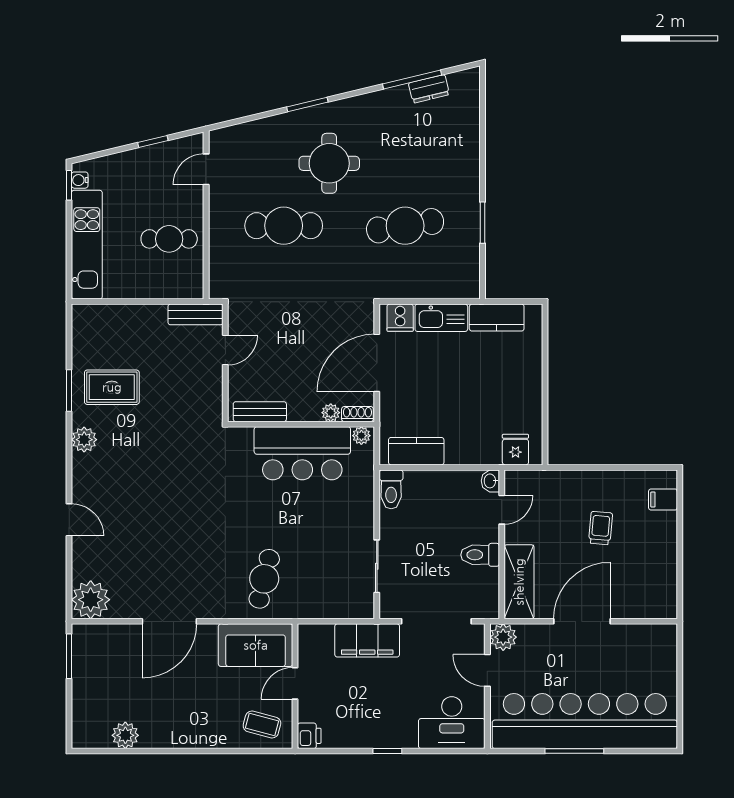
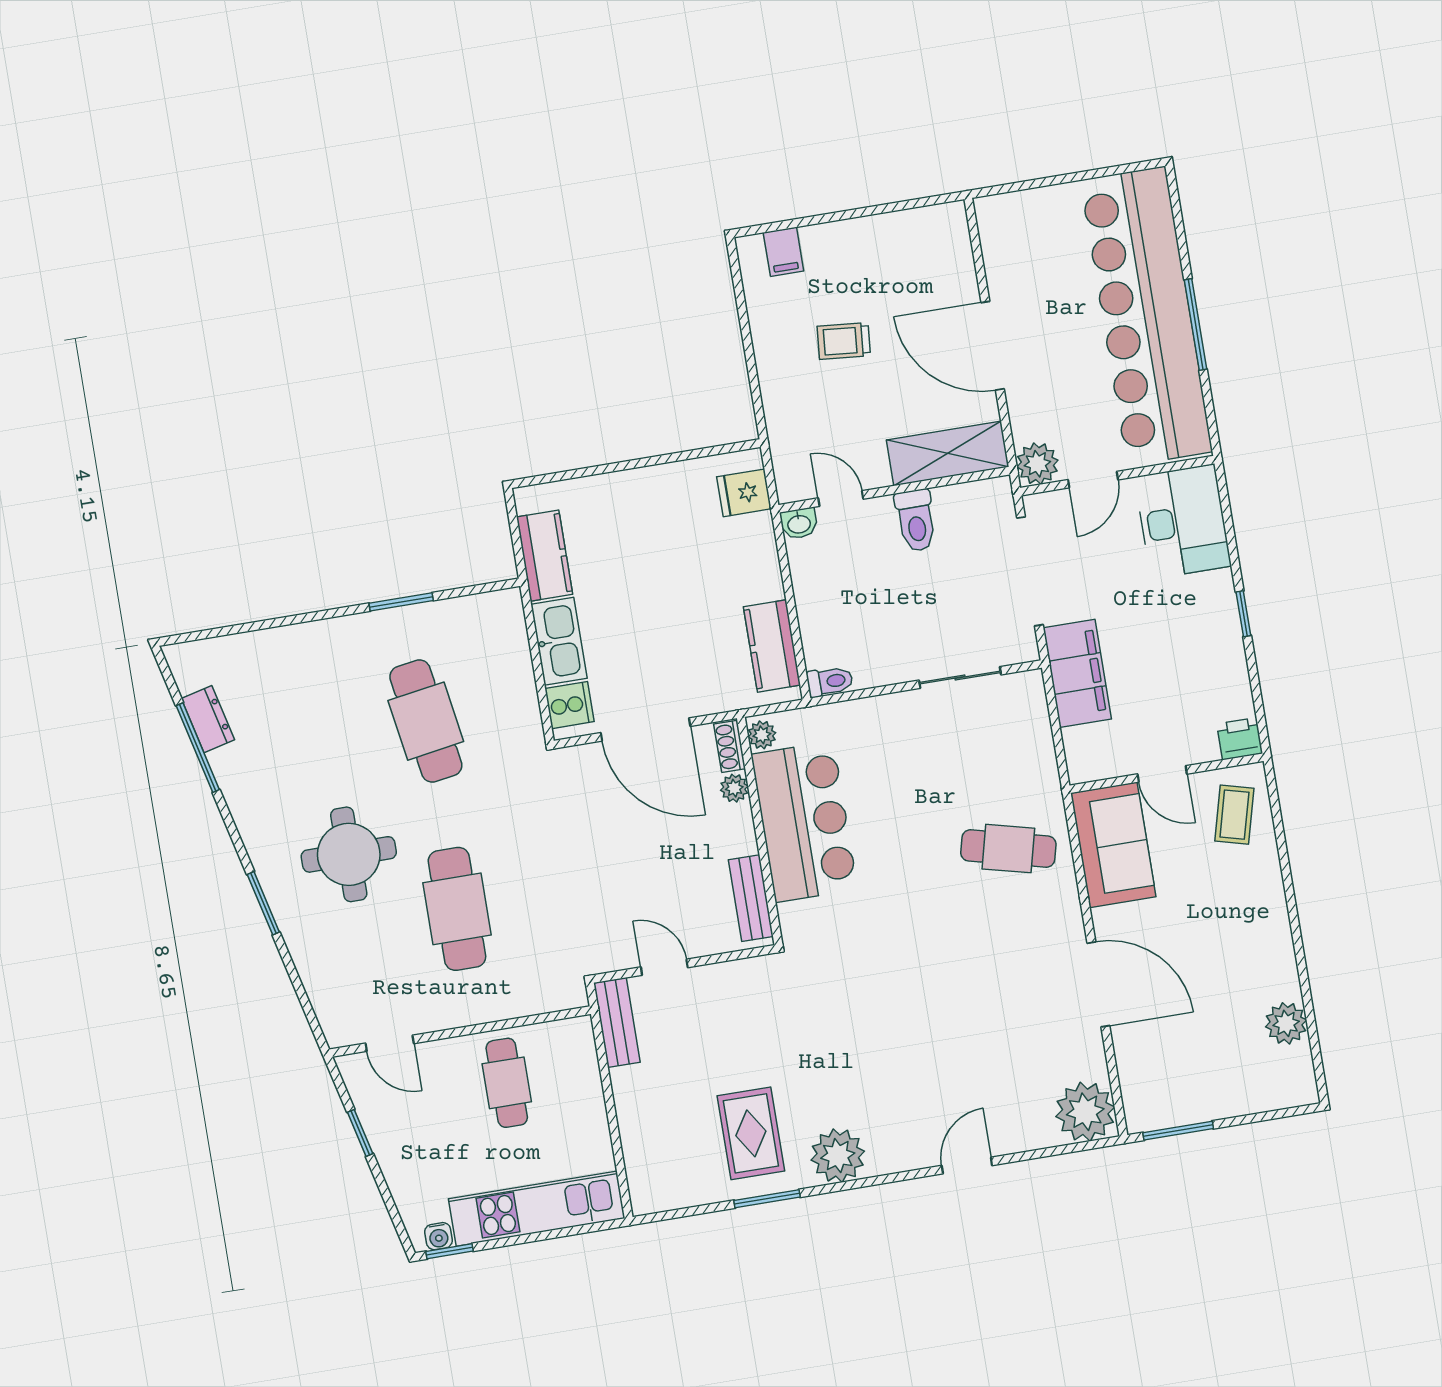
plant: (84, 440) -> (838, 1156), width x1.36, depth x1.36
toilet: (391, 489) -> (830, 681), width x0.73, depth x0.72

